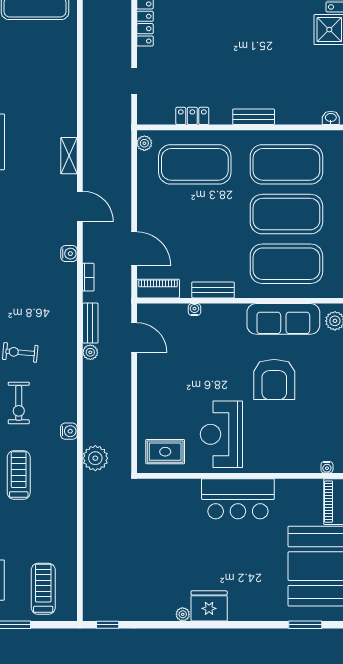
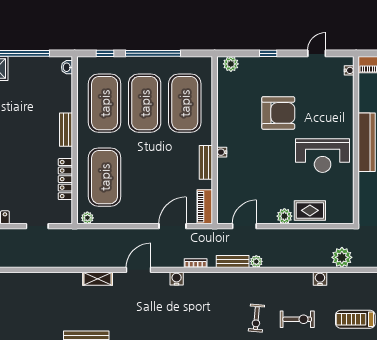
locker: (192, 116) -> (65, 179), width x1.53
water cooler: (194, 310) -> (222, 152), moved
sofa: (283, 319) -> (229, 106), removed
plant: (146, 387) -> (284, 216), added
rug: (165, 452) -> (310, 210), moved, turned 90

